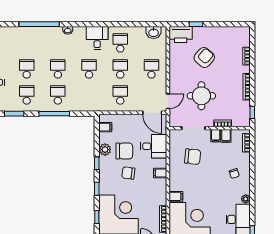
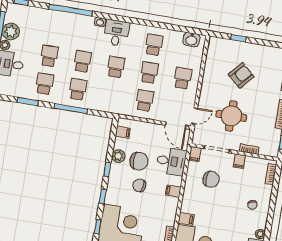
printer: (181, 35) -> (220, 47), removed
desk: (97, 38) -> (116, 33), moved
filing cabinet: (226, 136) -> (195, 154), moved

